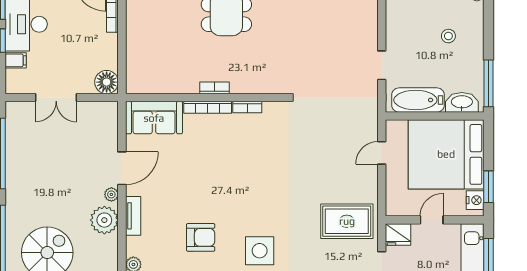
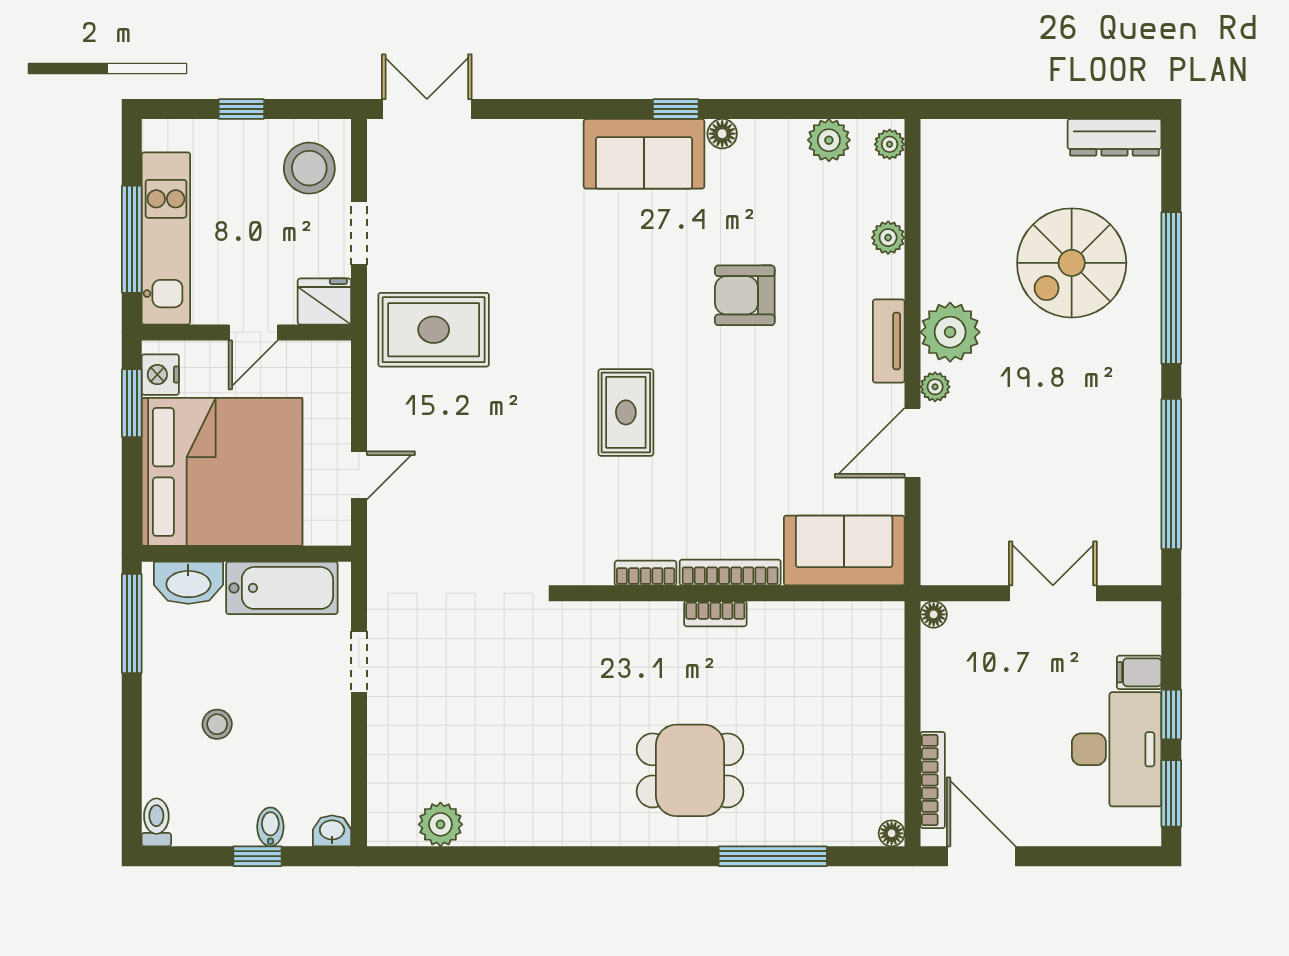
floor lamp: (107, 82) -> (934, 614), width x0.53, depth x0.53
rug: (256, 182) -> (626, 412), added
side table: (260, 251) -> (619, 267), removed

